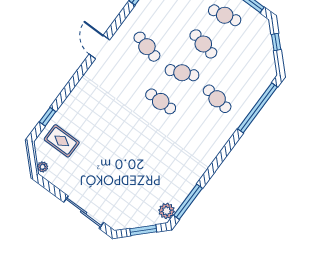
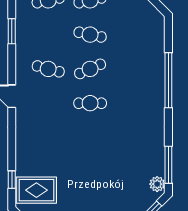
cafe table: (217, 99) -> (132, 69), removed
window: (258, 108) -> (168, 80), moved
rug: (62, 141) -> (36, 190), width x1.36, depth x1.43

